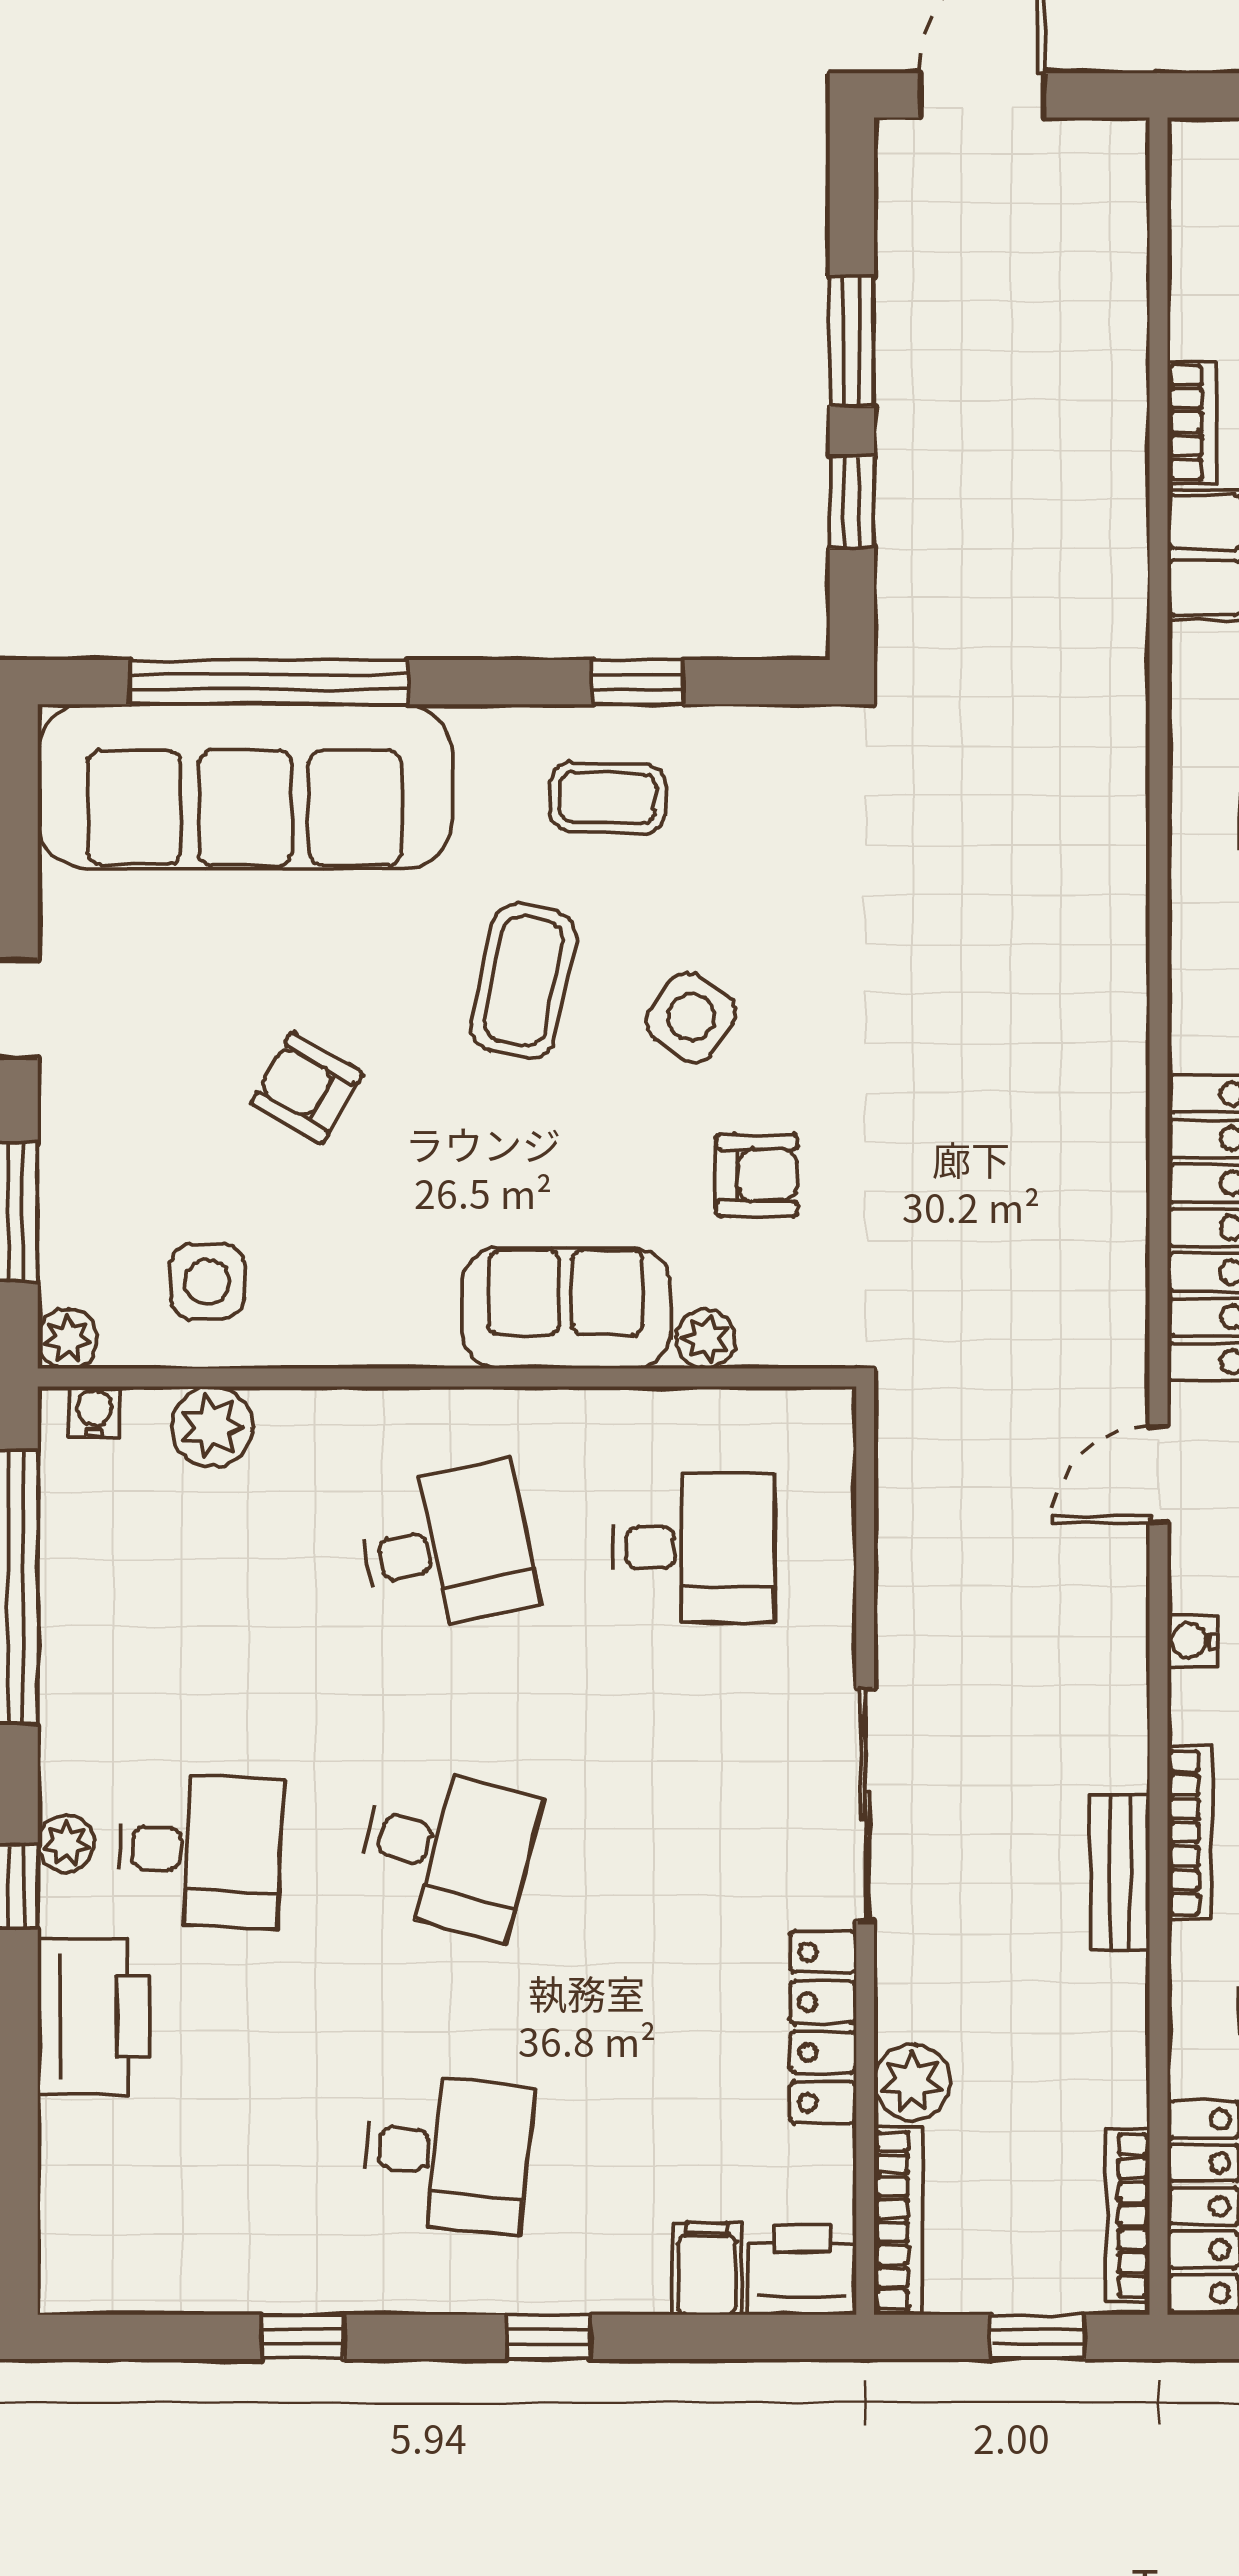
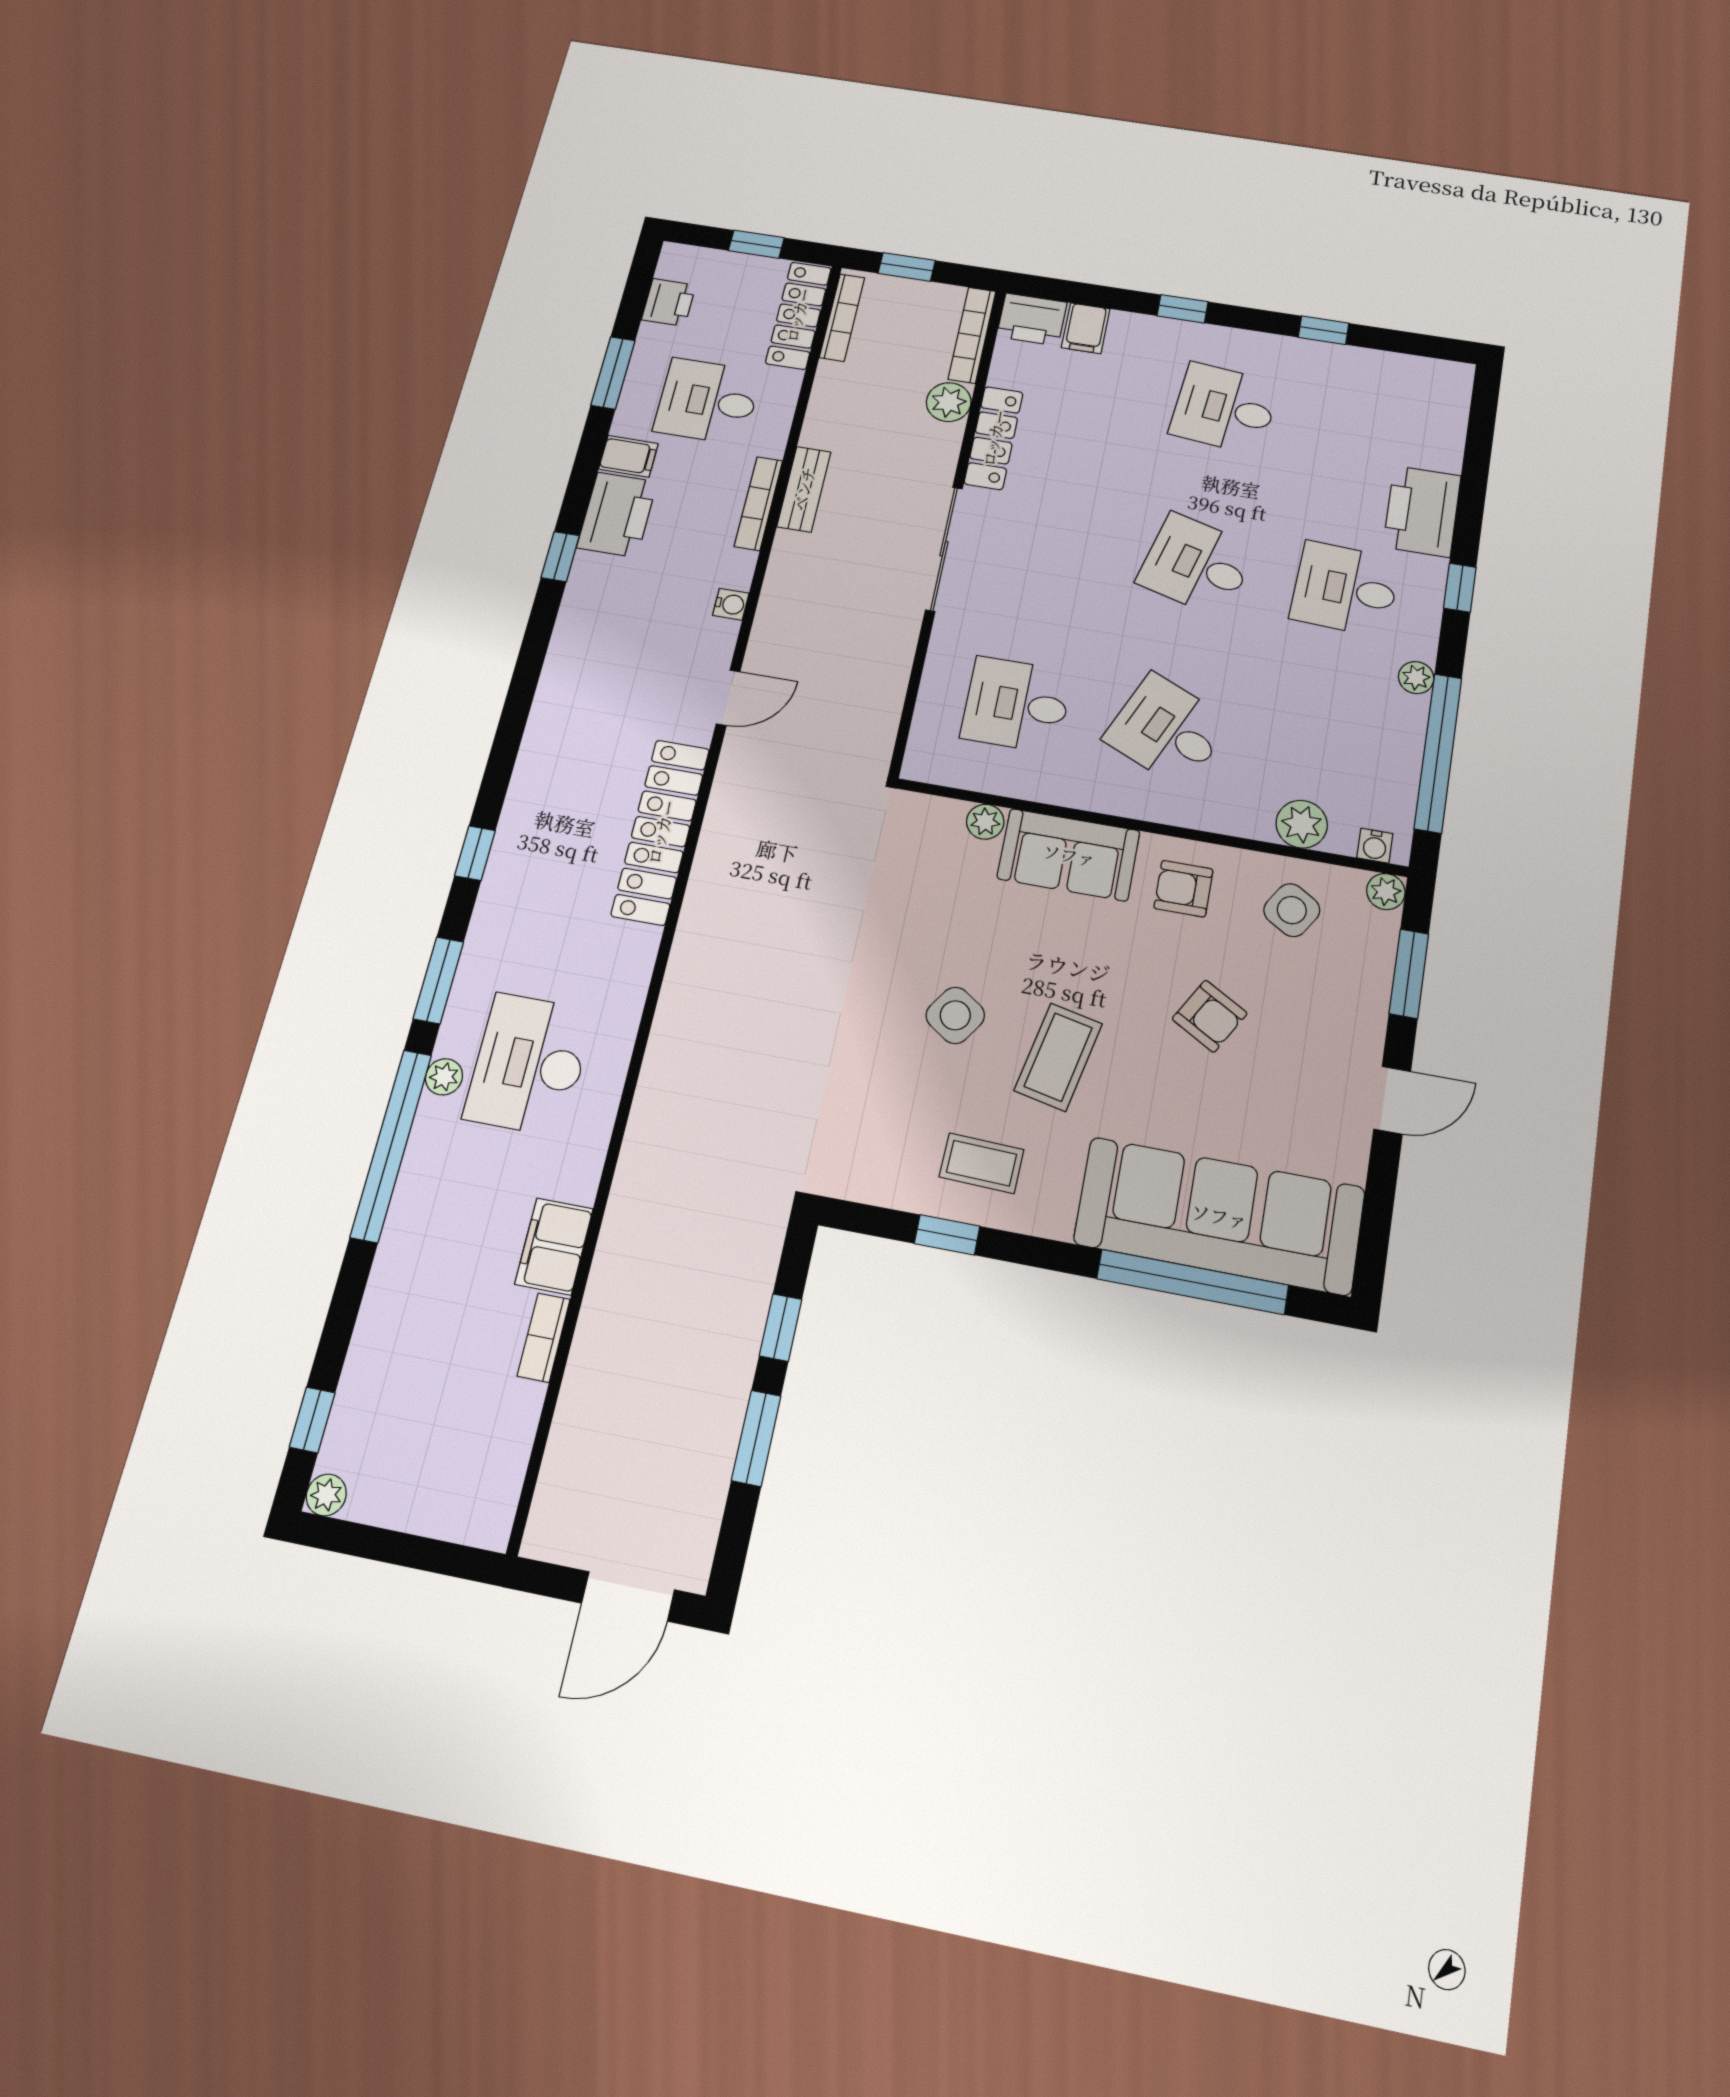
armchair: (756, 1175) -> (1183, 889), moved
side table: (207, 1282) -> (1292, 910), turned 32
desk: (447, 1548) -> (1167, 730), turned 36
plant: (66, 1843) -> (1416, 678), moved

